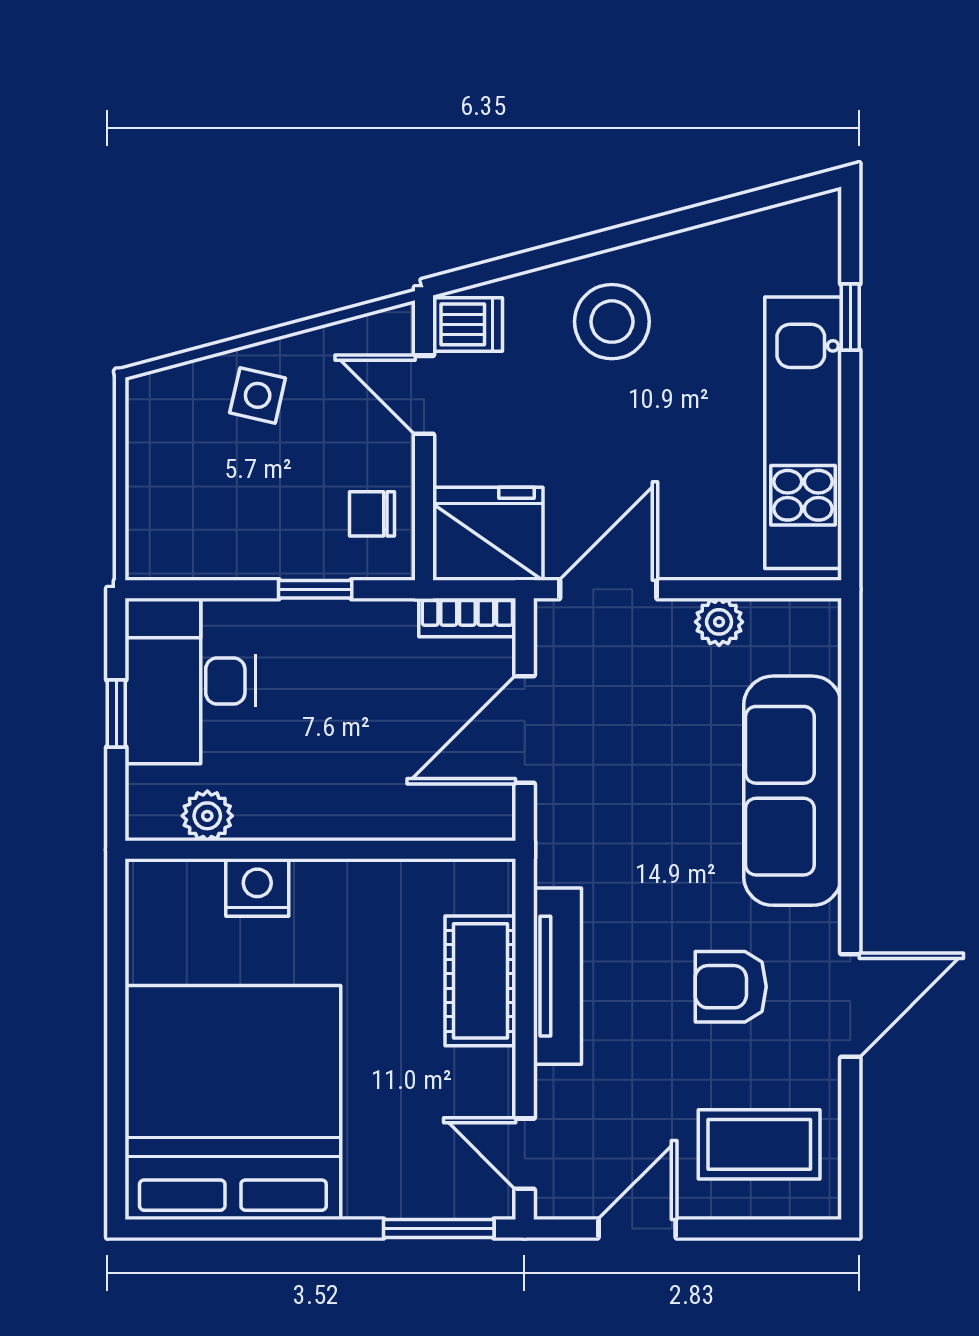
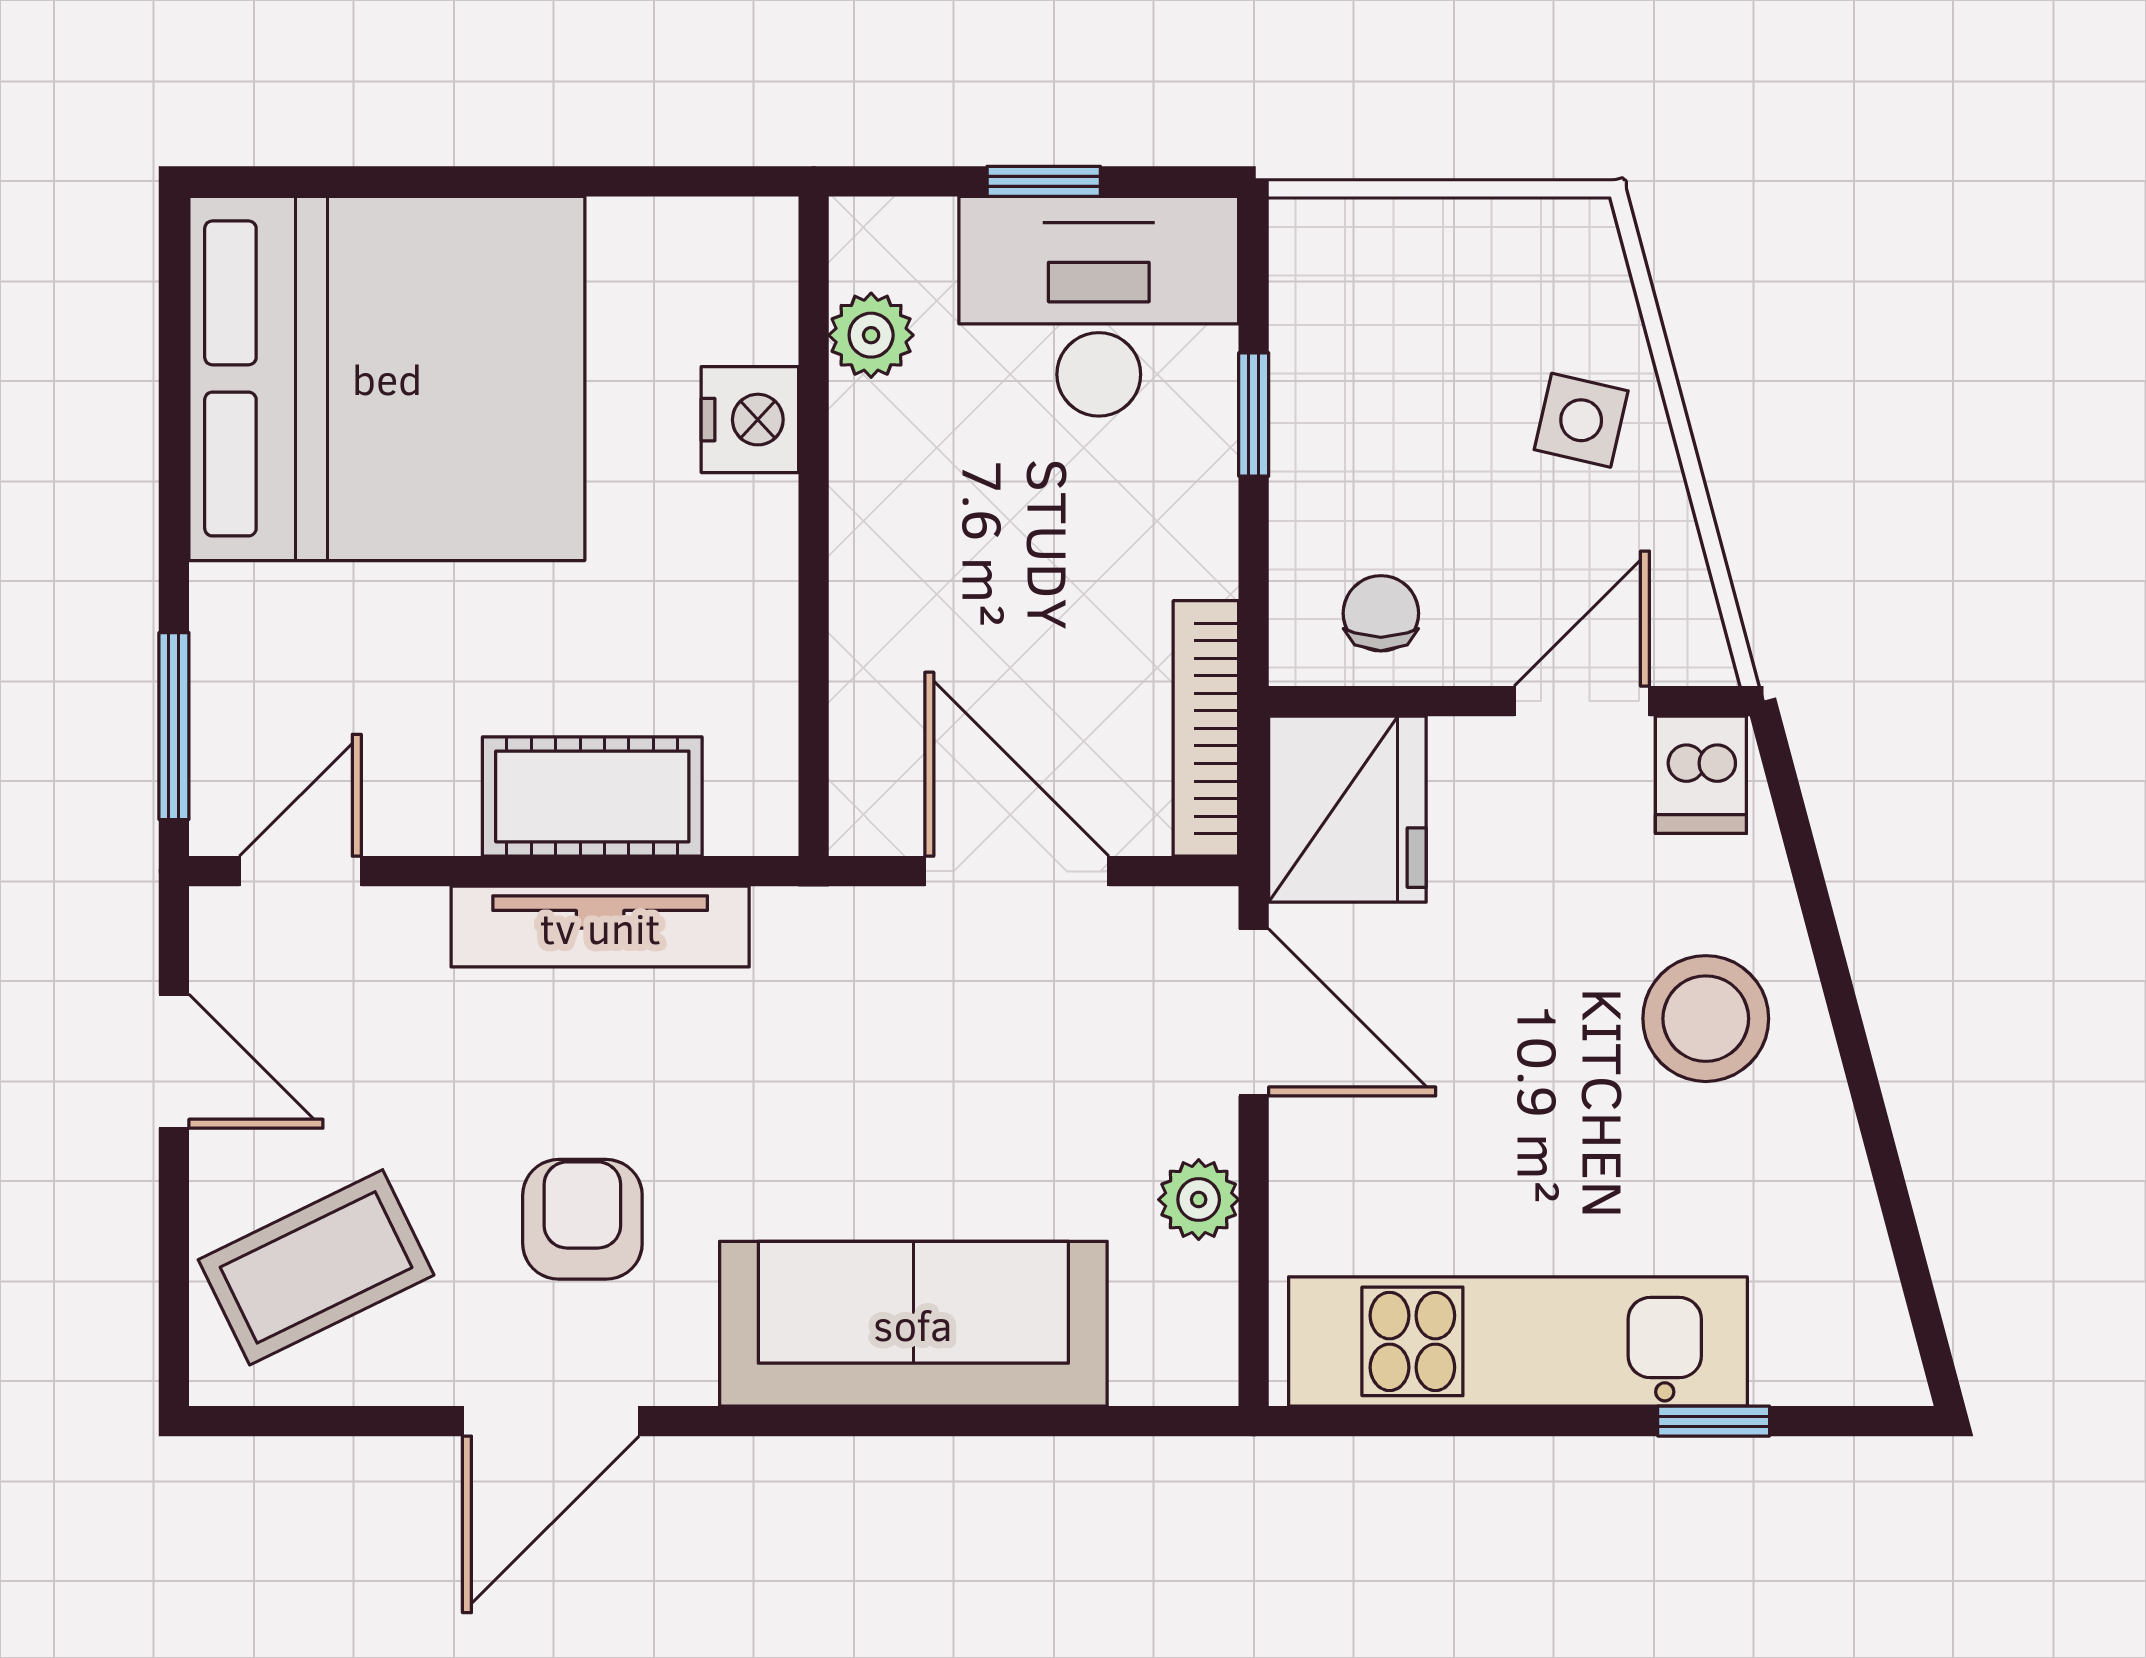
window: (315, 589) -> (1254, 415), moved
bookcase: (467, 618) -> (1206, 728), width x1.56
door: (850, 1005) -> (551, 1421), hinge flipped
coffee table: (759, 1144) -> (316, 1267), turned 64

